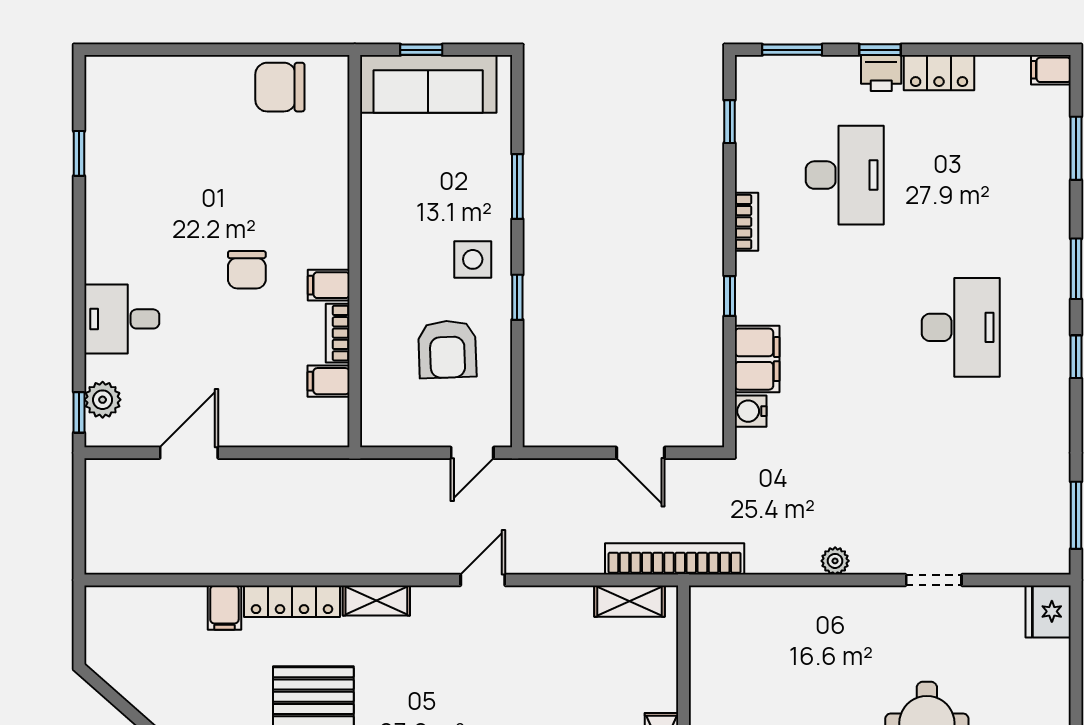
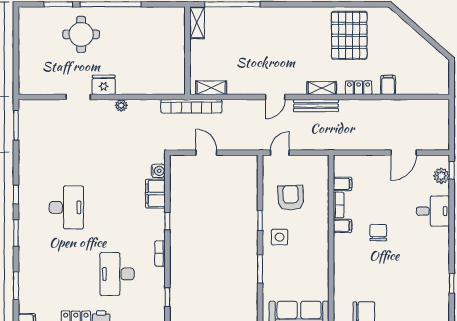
desk: (961, 327) -> (66, 207), turned 180
bench: (389, 560) -> (316, 106), added
locker: (292, 601) -> (359, 88), width x0.66
fridge: (1048, 611) -> (104, 85), moved, turned -90

